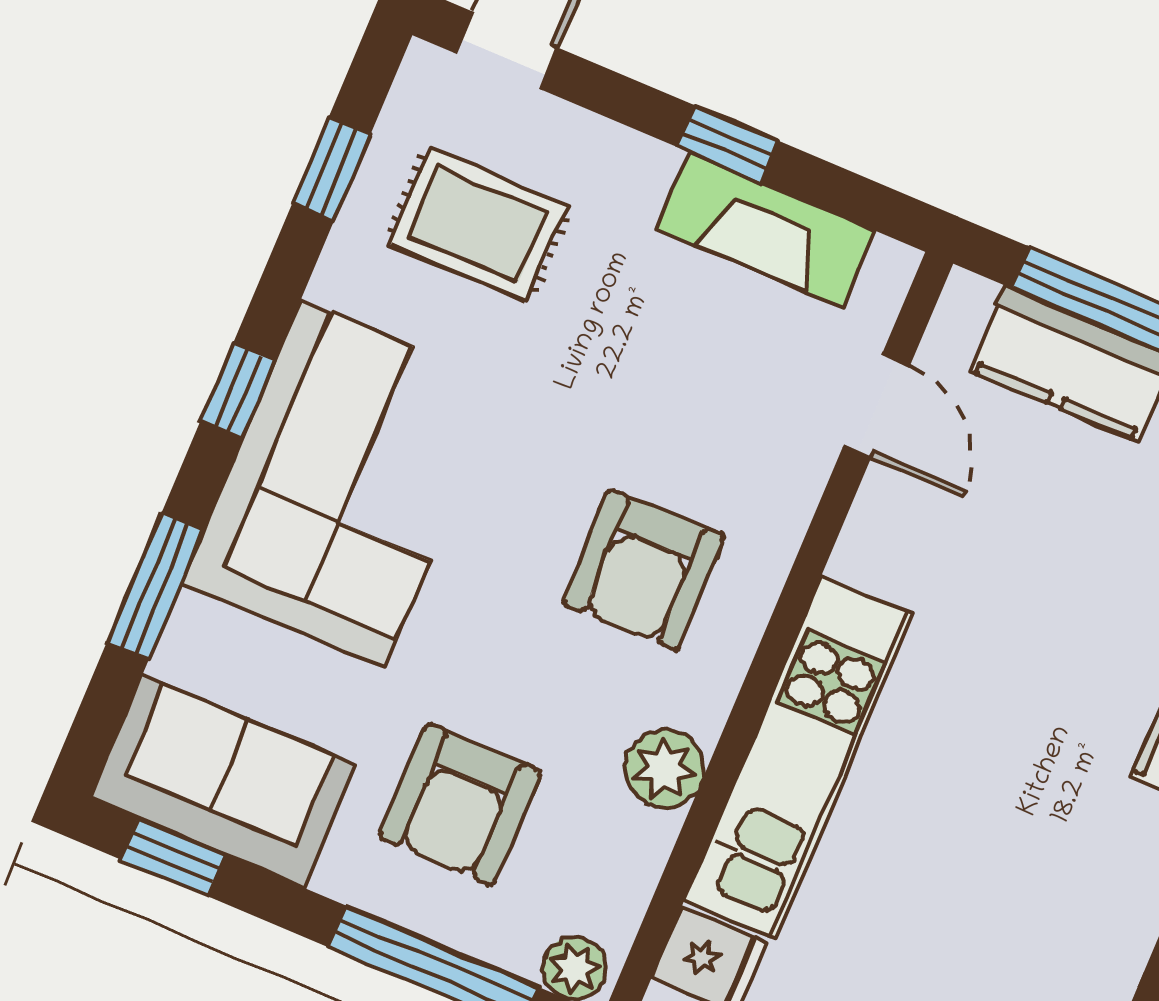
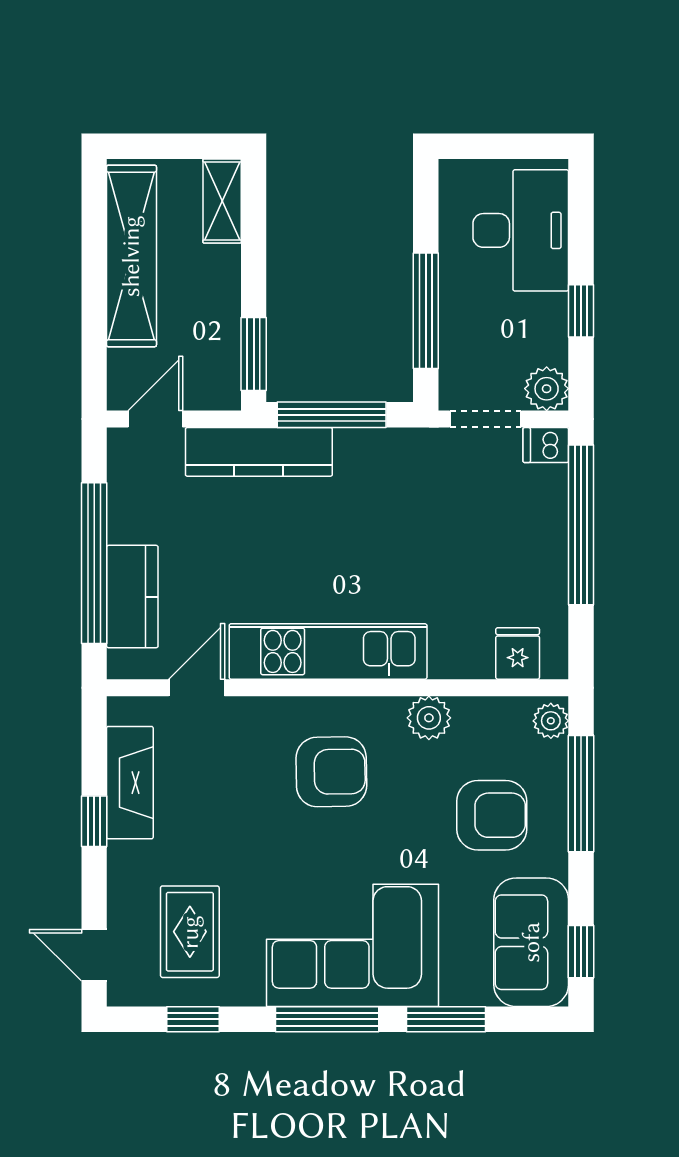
window: (238, 390) -> (327, 1019), width x2.17
kitchen unit: (799, 757) -> (328, 651), moved

